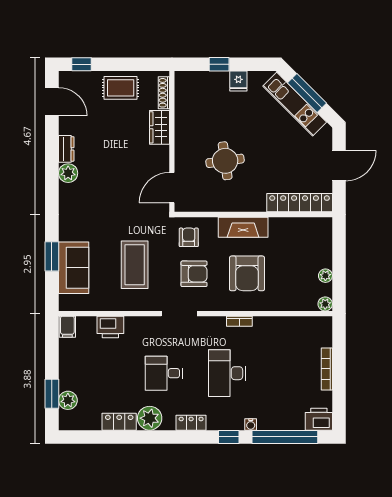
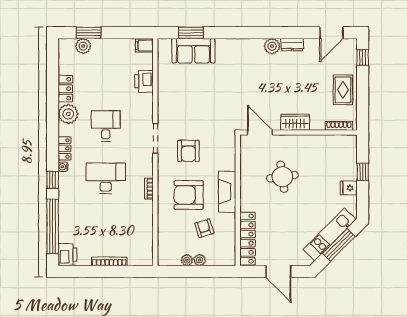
wardrobe: (160, 127) -> (295, 122), moved
armchair: (189, 237) -> (204, 228), moved, turned -107
window: (52, 256) -> (191, 33), moved
coffee table: (135, 265) -> (196, 101), removed
plant: (325, 304) -> (200, 260), moved
water cooler: (251, 425) -> (63, 167), moved

